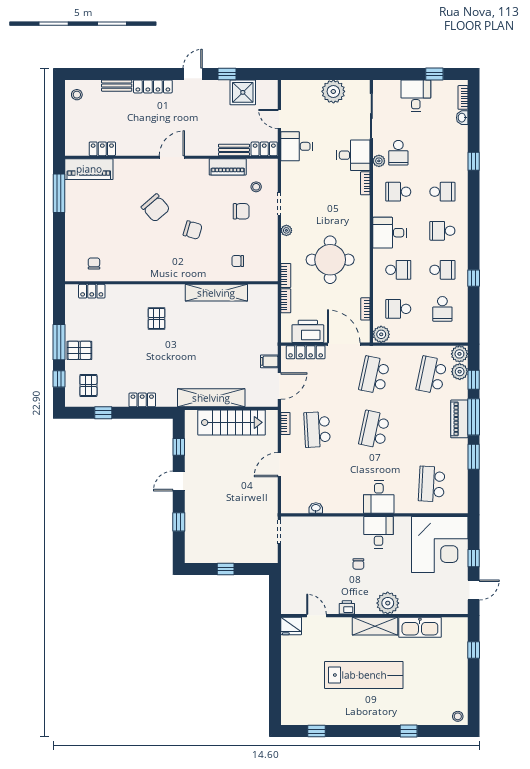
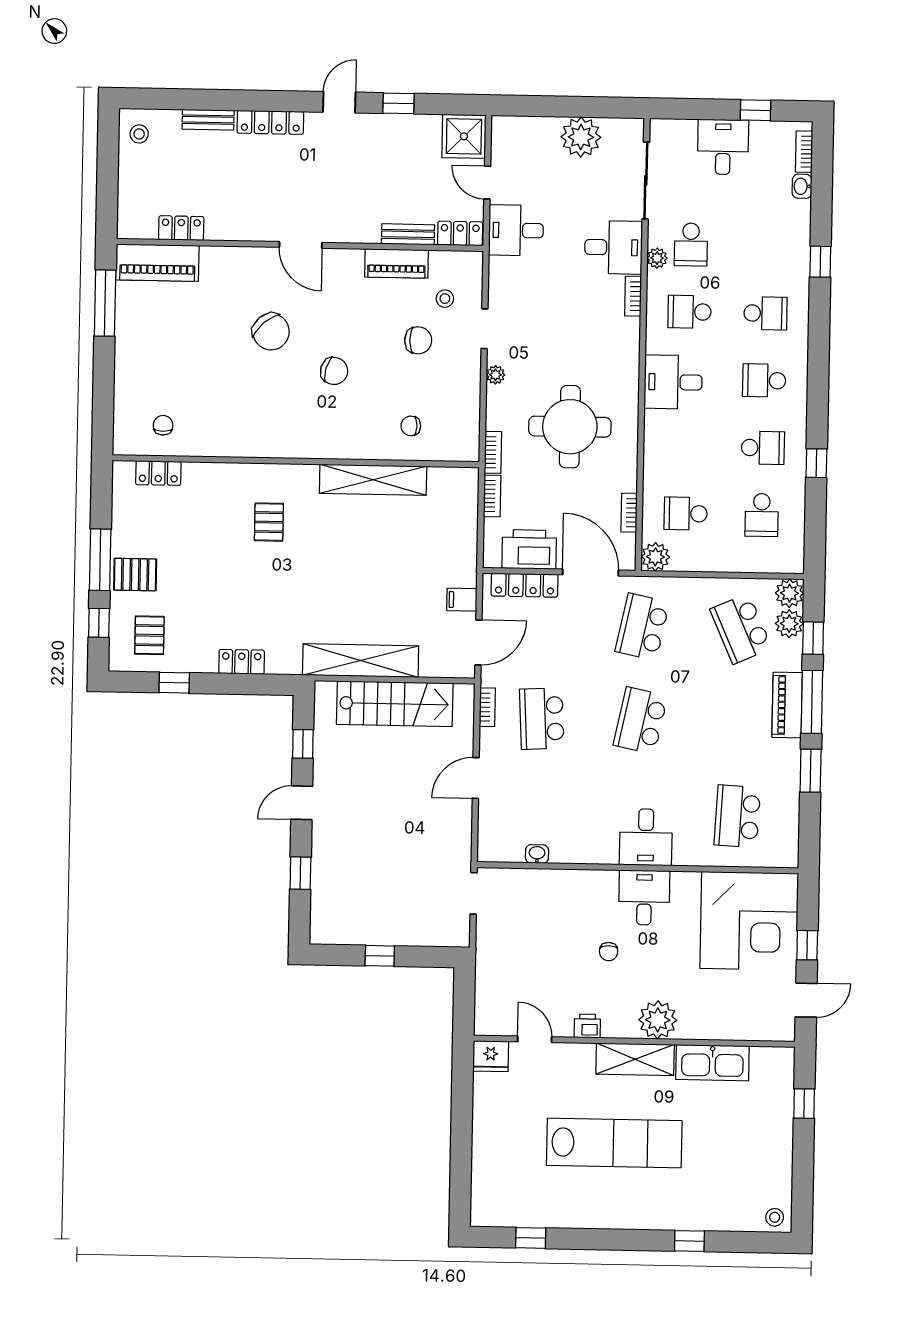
shower: (243, 92) -> (464, 136), moved
door: (172, 157) -> (301, 245), swing flipped
school desk: (398, 270) -> (687, 446), removed
school desk: (432, 375) -> (741, 629), turned -36

